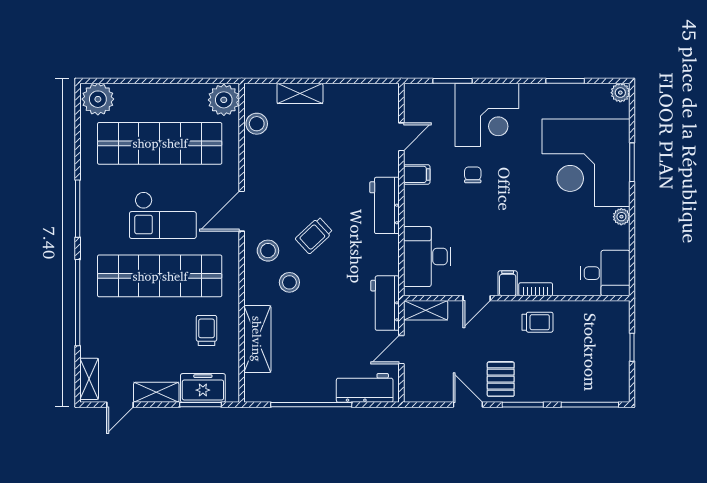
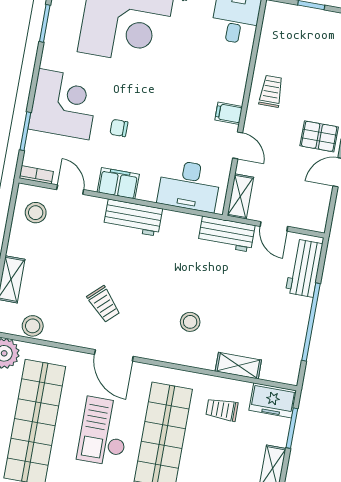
filing cabinet: (417, 174) -> (118, 183), width x2.00
checkout: (163, 215) -> (104, 432), turned 180
trolley: (314, 235) -> (104, 304), moved
stool: (268, 251) -> (36, 213), moved
bookcase: (536, 289) -> (36, 175), moved, turned 90
shelving: (257, 339) -> (238, 366), width x0.67, depth x0.75
freezer: (203, 388) -> (273, 400), moved, turned -90

